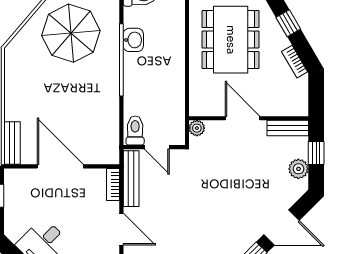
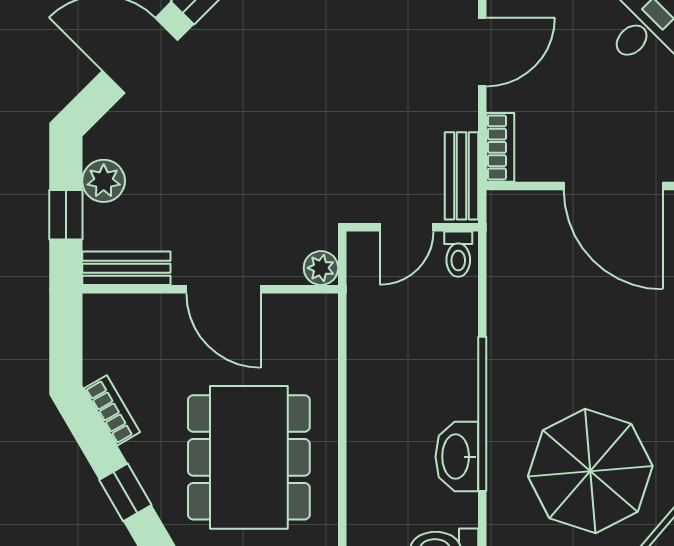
washbasin: (133, 40) -> (457, 457), width x1.38
toilet: (135, 130) -> (458, 254), width x0.73, depth x0.72
door: (157, 147) -> (407, 227), swing flipped
bench: (131, 179) -> (461, 176), width x0.73
door: (121, 229) -> (482, 52), swing flipped

